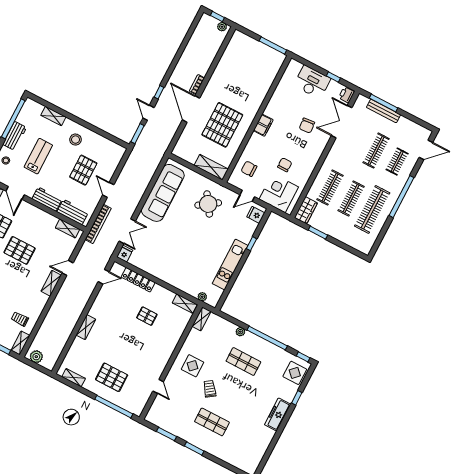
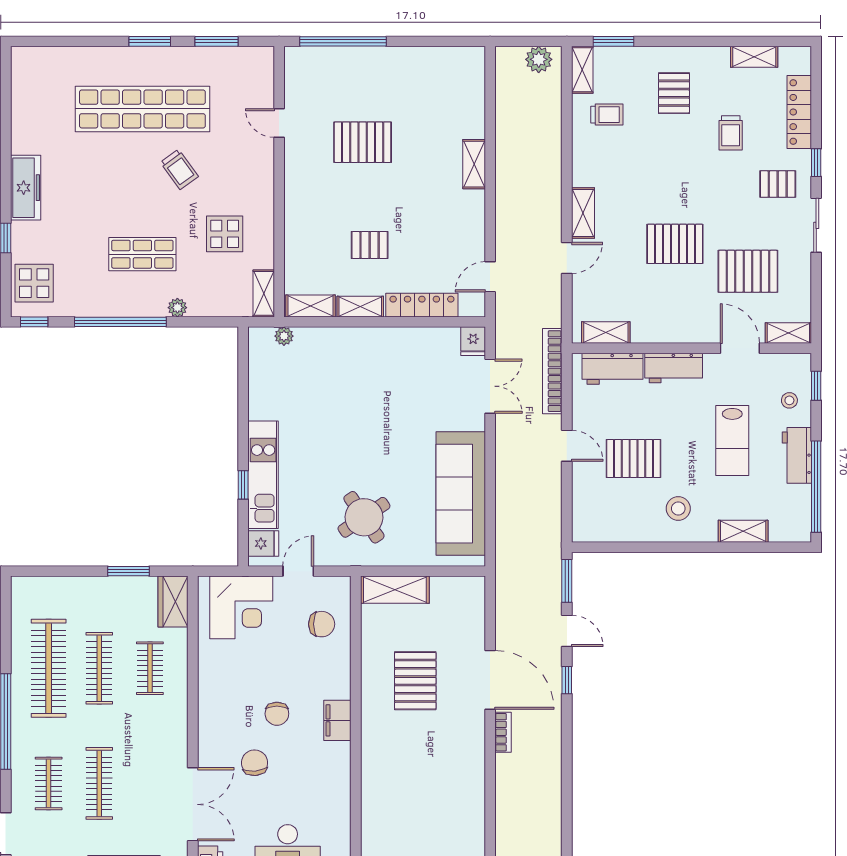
pallet: (222, 125) -> (415, 681), width x0.73, depth x0.71
chair: (285, 165) -> (277, 714), moved
pallet: (83, 170) -> (634, 458), turned 90
clothes rail: (330, 188) -> (150, 668), width x0.73
double door: (127, 231) -> (490, 386), swing flipped
kitchen unit: (230, 265) -> (263, 475), moved
display table: (192, 366) -> (225, 234), moved
pallet: (112, 377) -> (363, 142), moved
shelving: (74, 378) -> (360, 307), moved
shop shelf: (212, 422) -> (142, 109), width x2.00, depth x1.36

